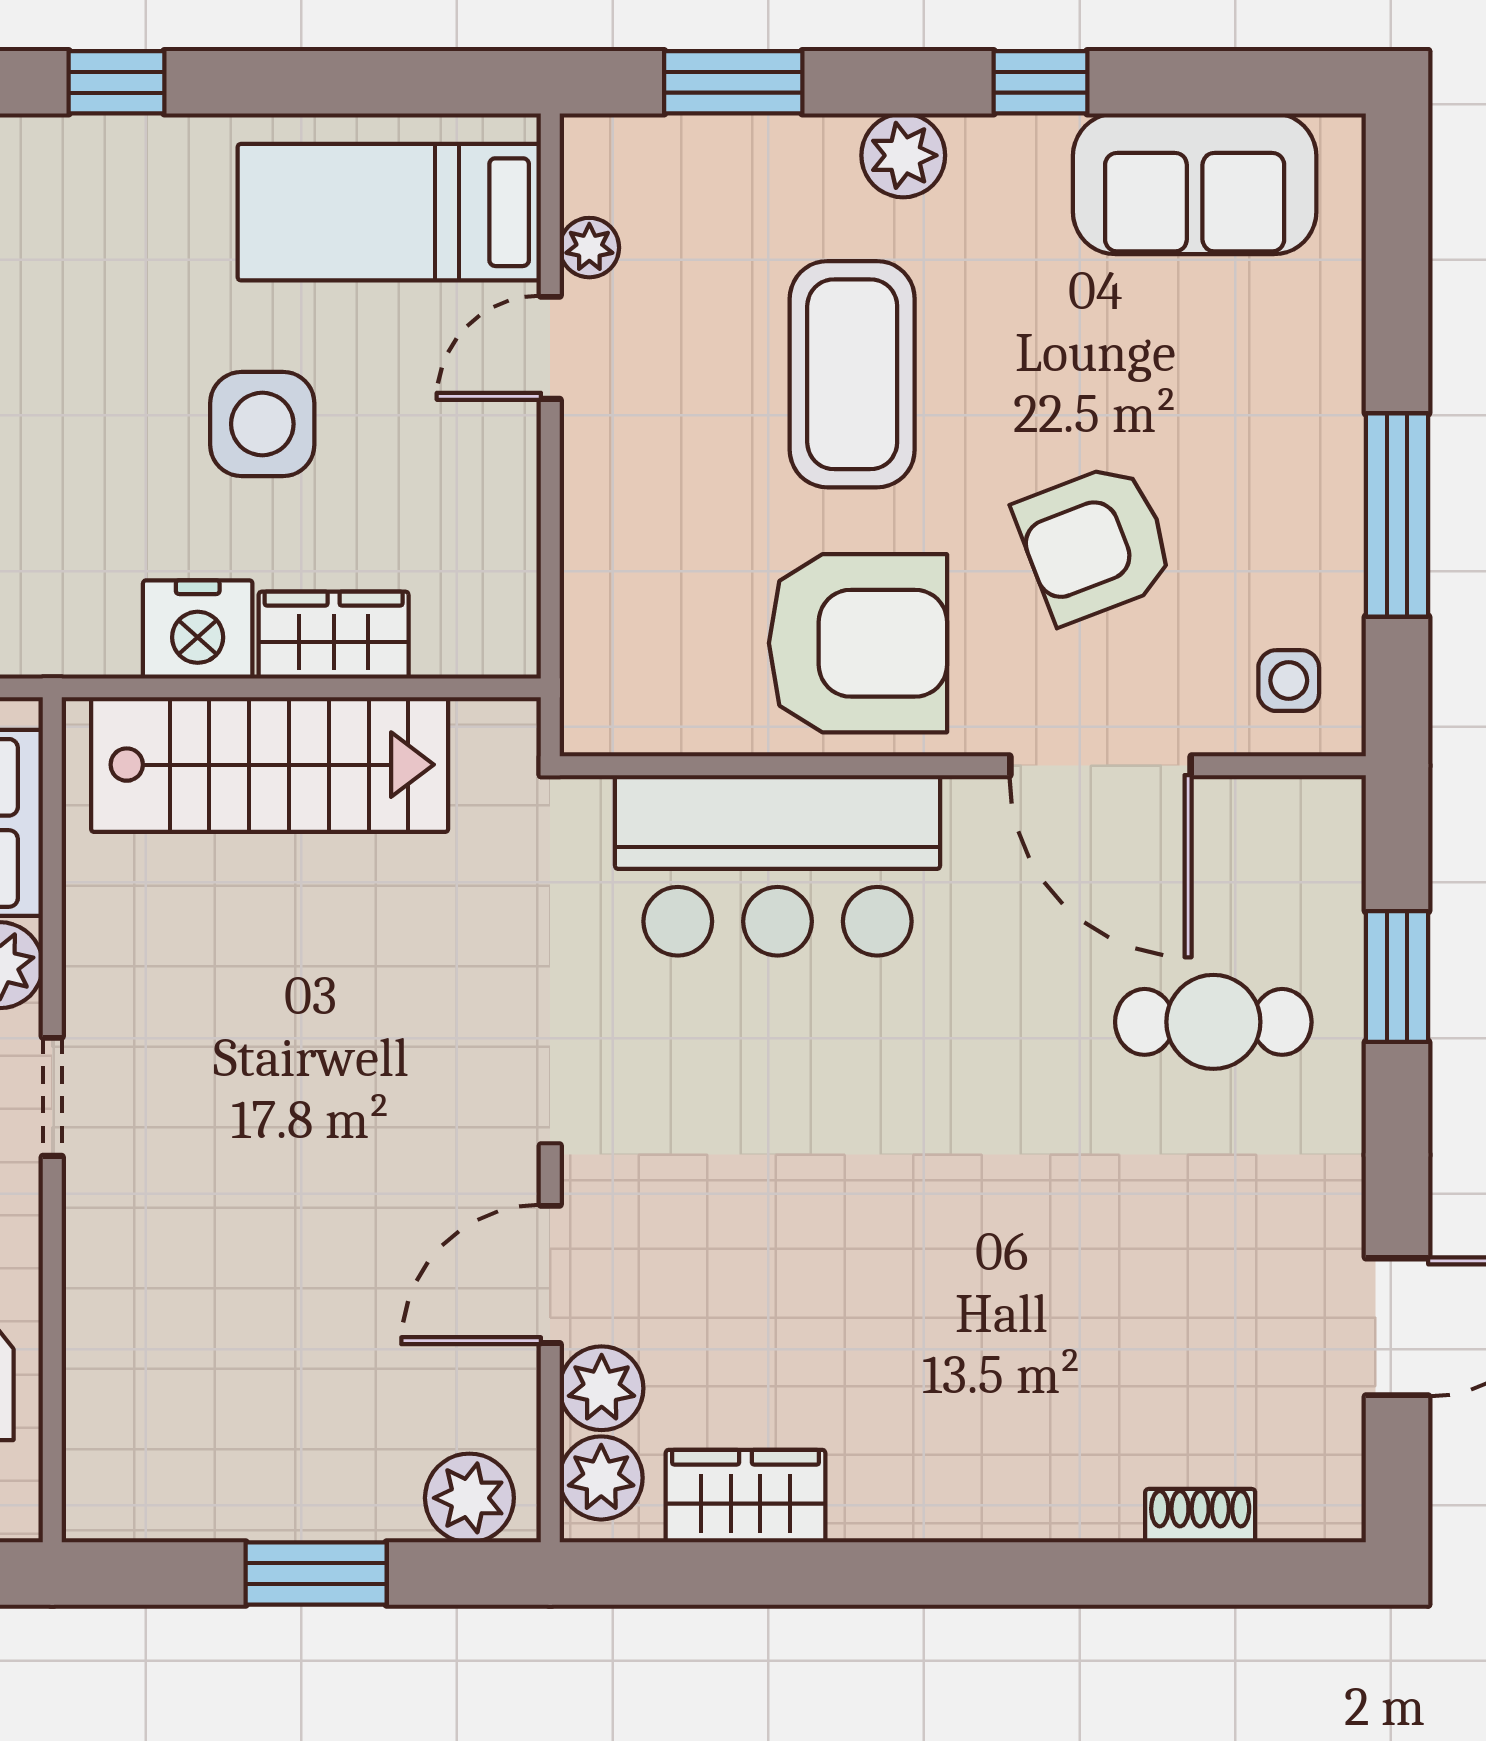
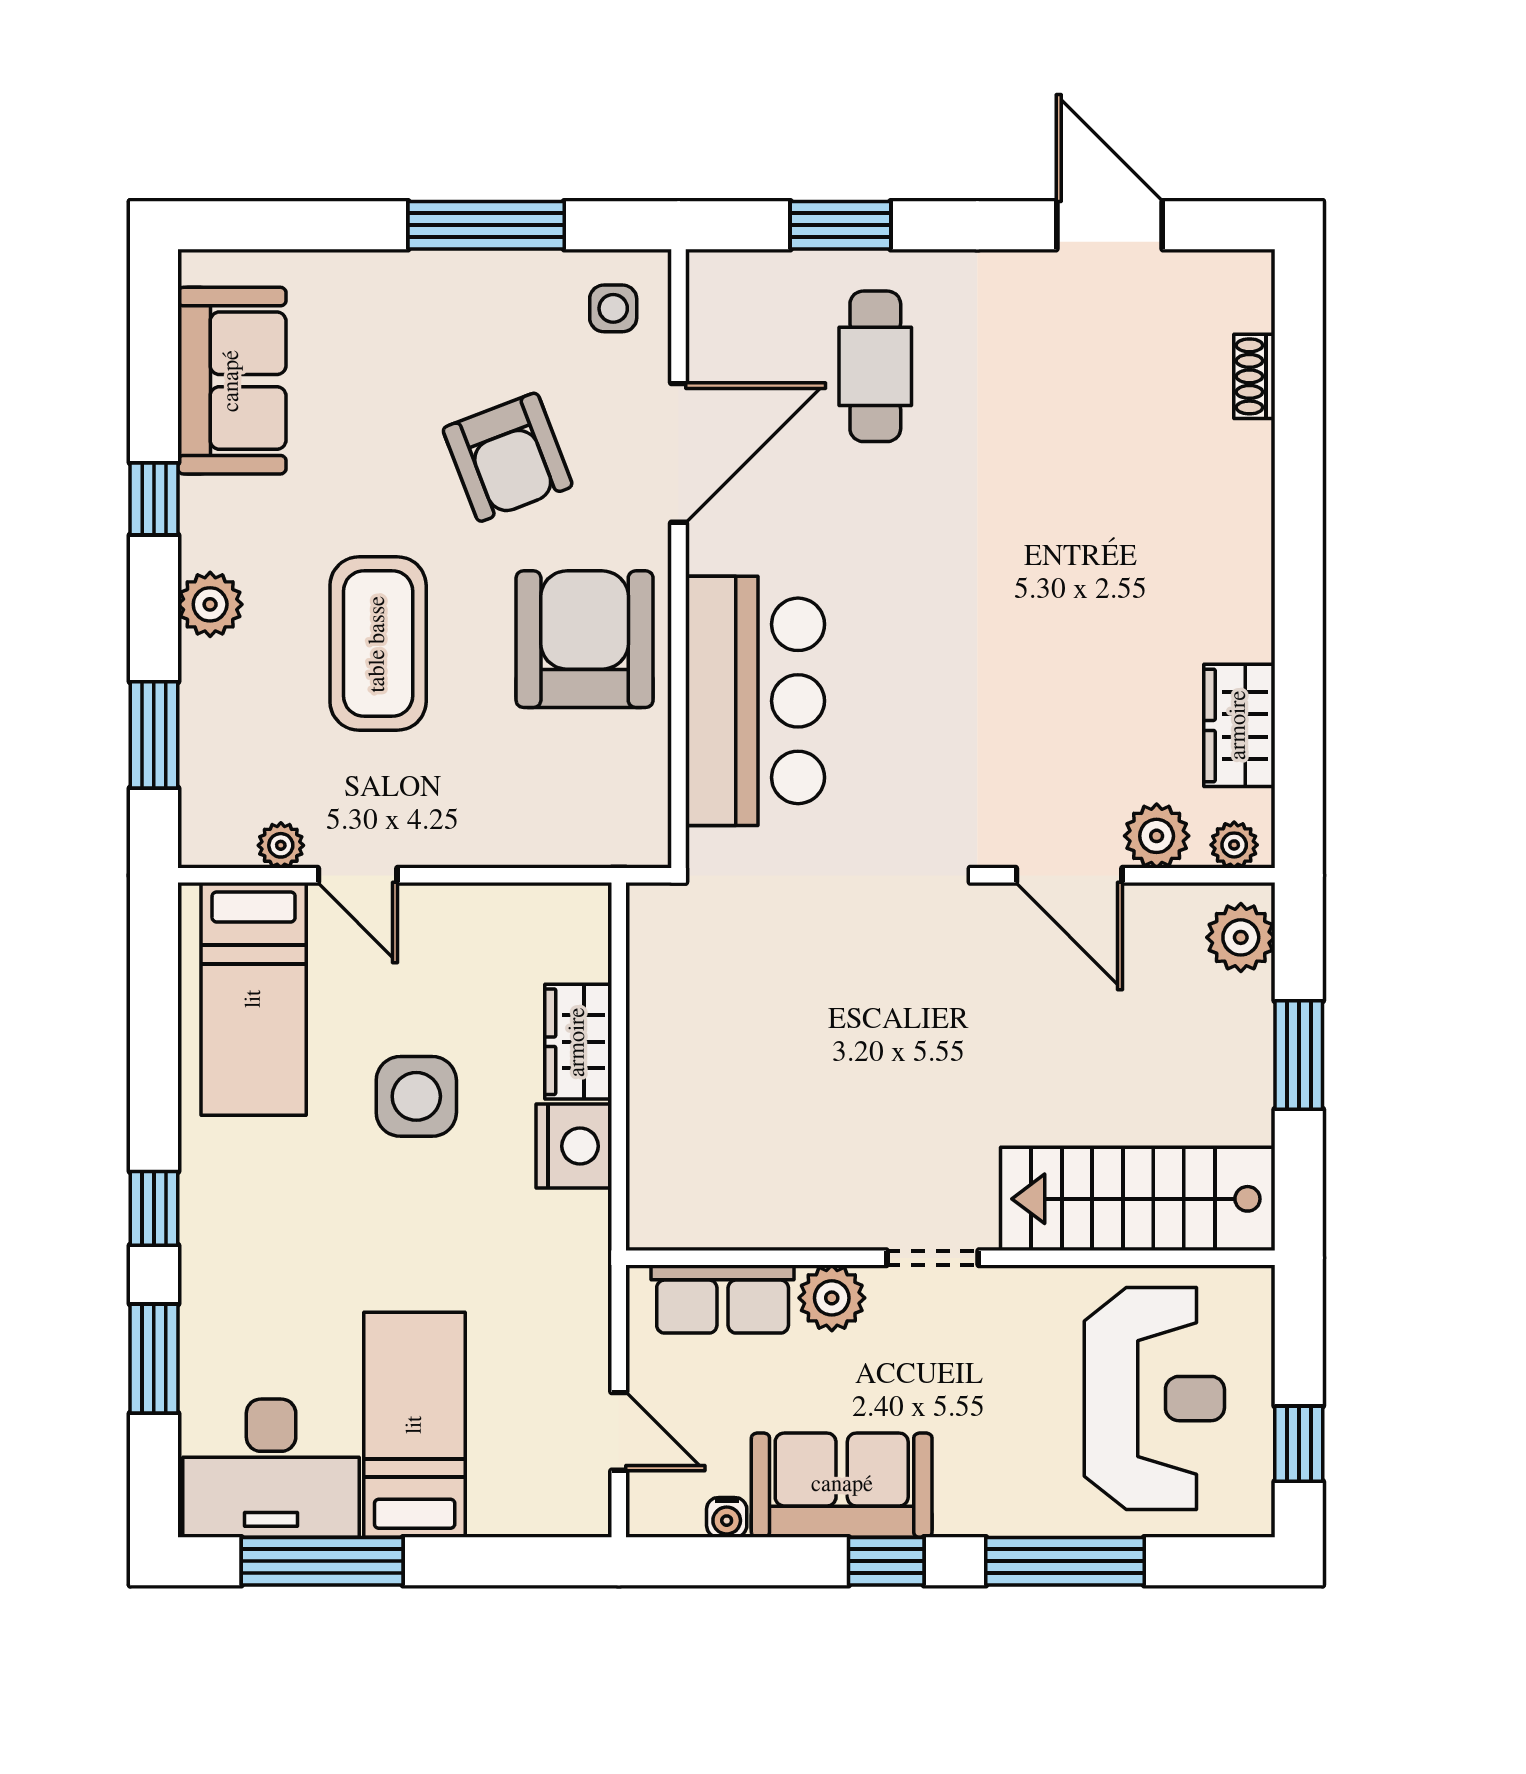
coffee table: (852, 374) -> (378, 644), turned 90
stairs: (270, 765) -> (1138, 1199), moved, turned -90
plant: (601, 1478) -> (1234, 845), width x0.73, depth x0.73

